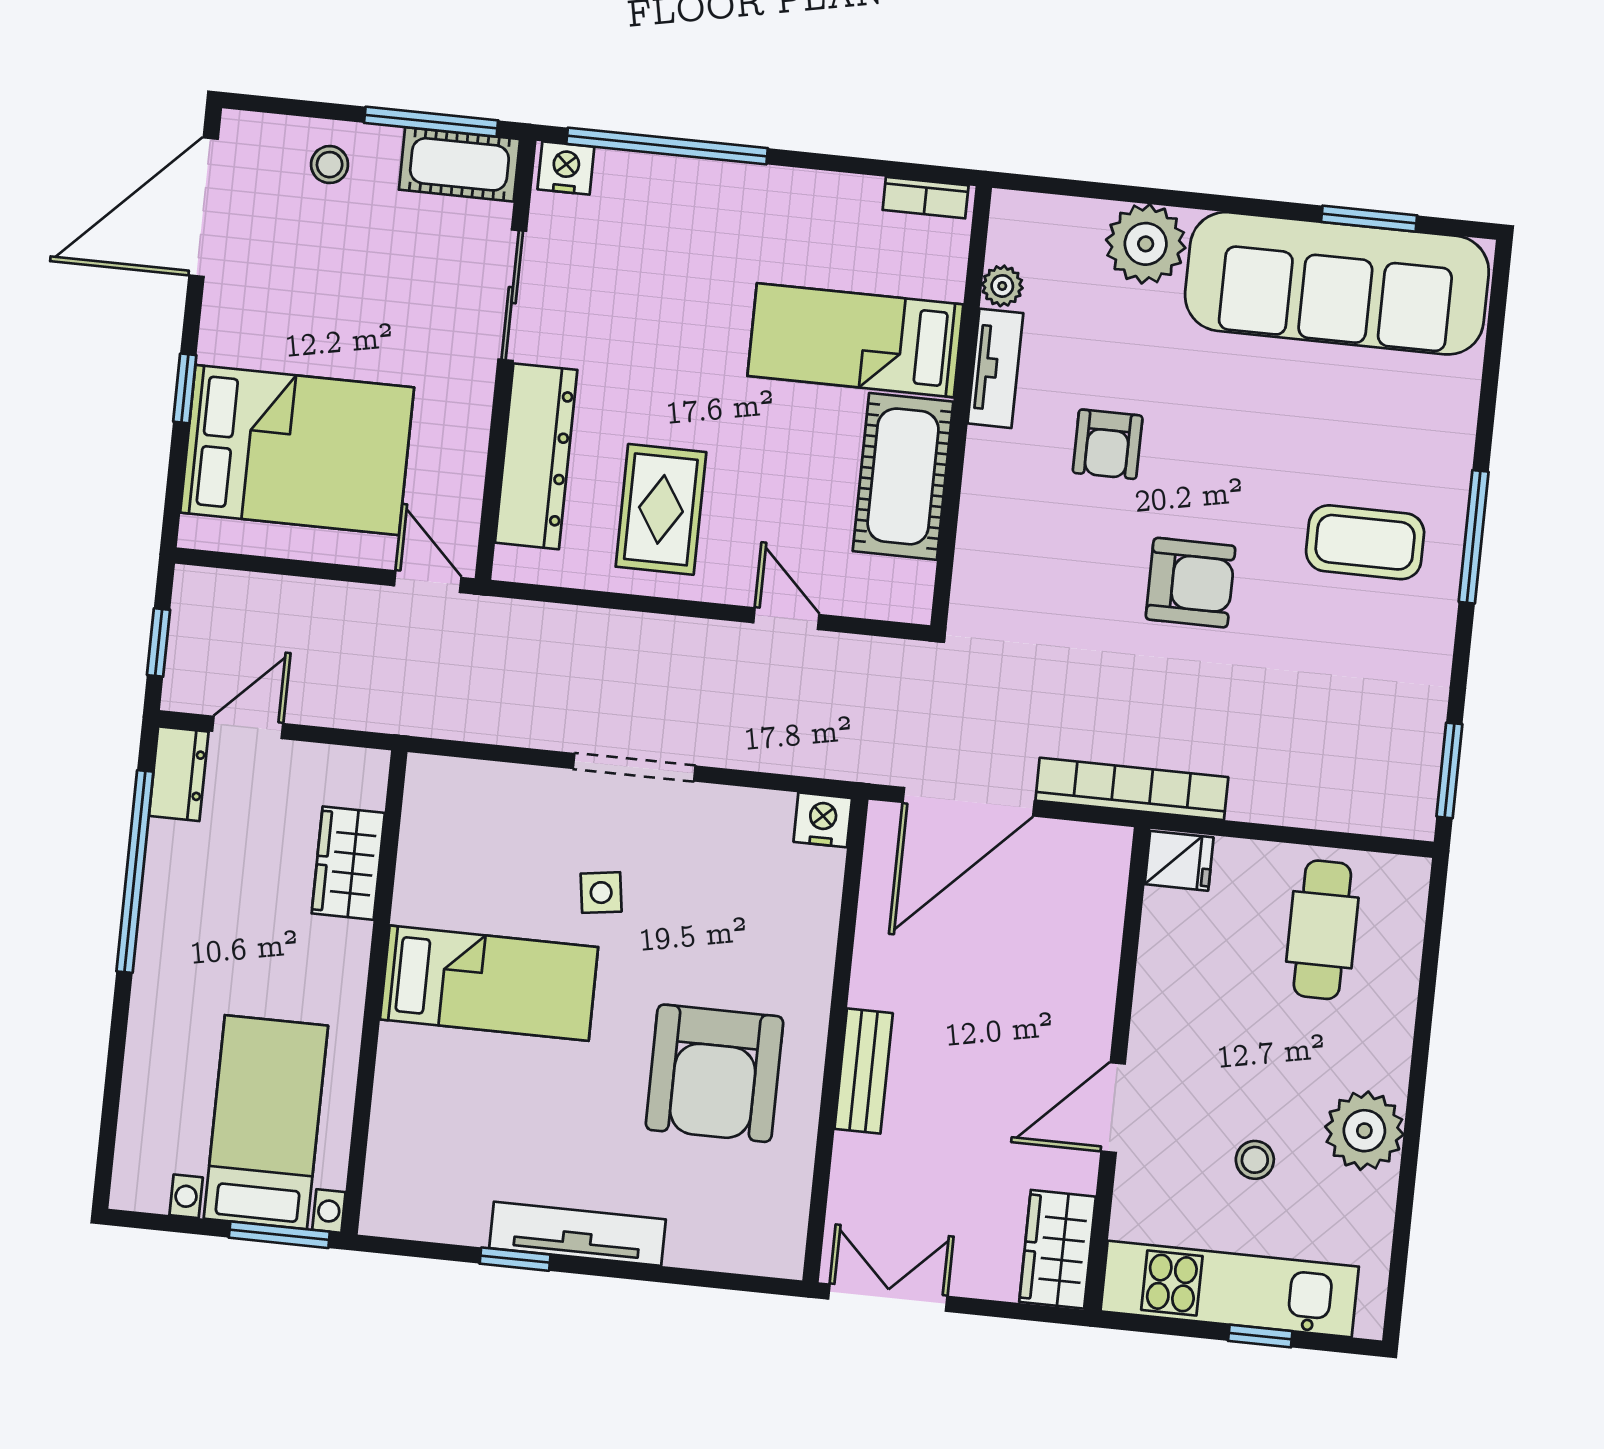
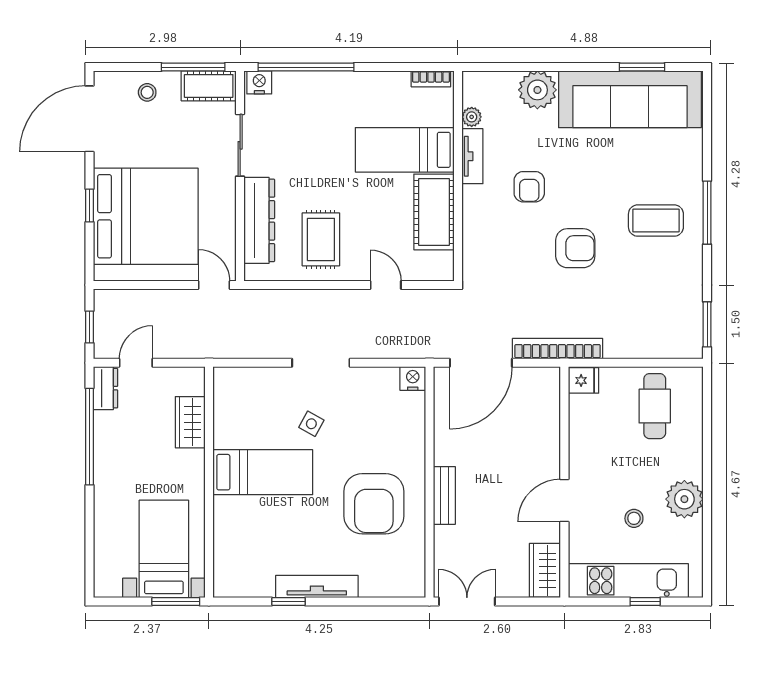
bed: (297, 450) -> (146, 216), width x1.36
side table: (601, 893) -> (311, 424), turned 37

